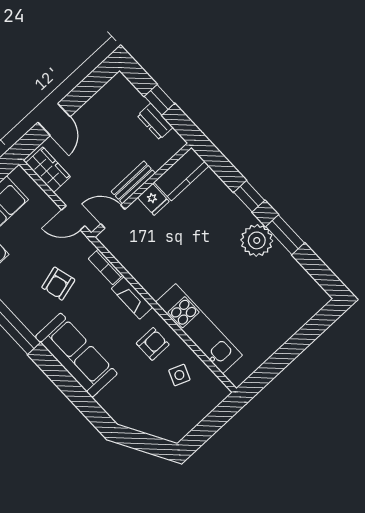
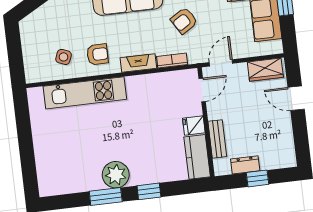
bench: (133, 182) -> (217, 139), moved
armchair: (58, 284) -> (184, 21), turned -107
armchair: (153, 344) -> (97, 54), turned -90

